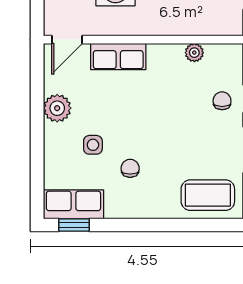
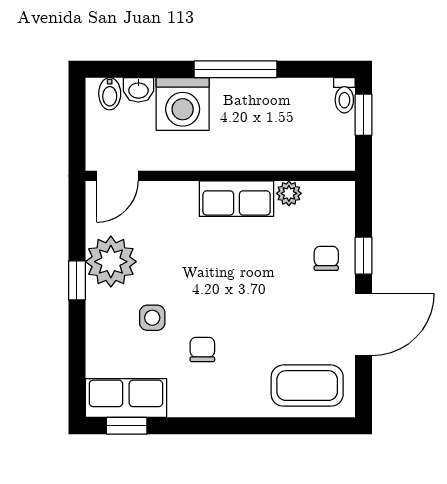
row of seats: (118, 56) -> (237, 199), moved
plant: (57, 108) -> (111, 262), width x1.36, depth x1.36
window: (37, 117) -> (77, 280), added

